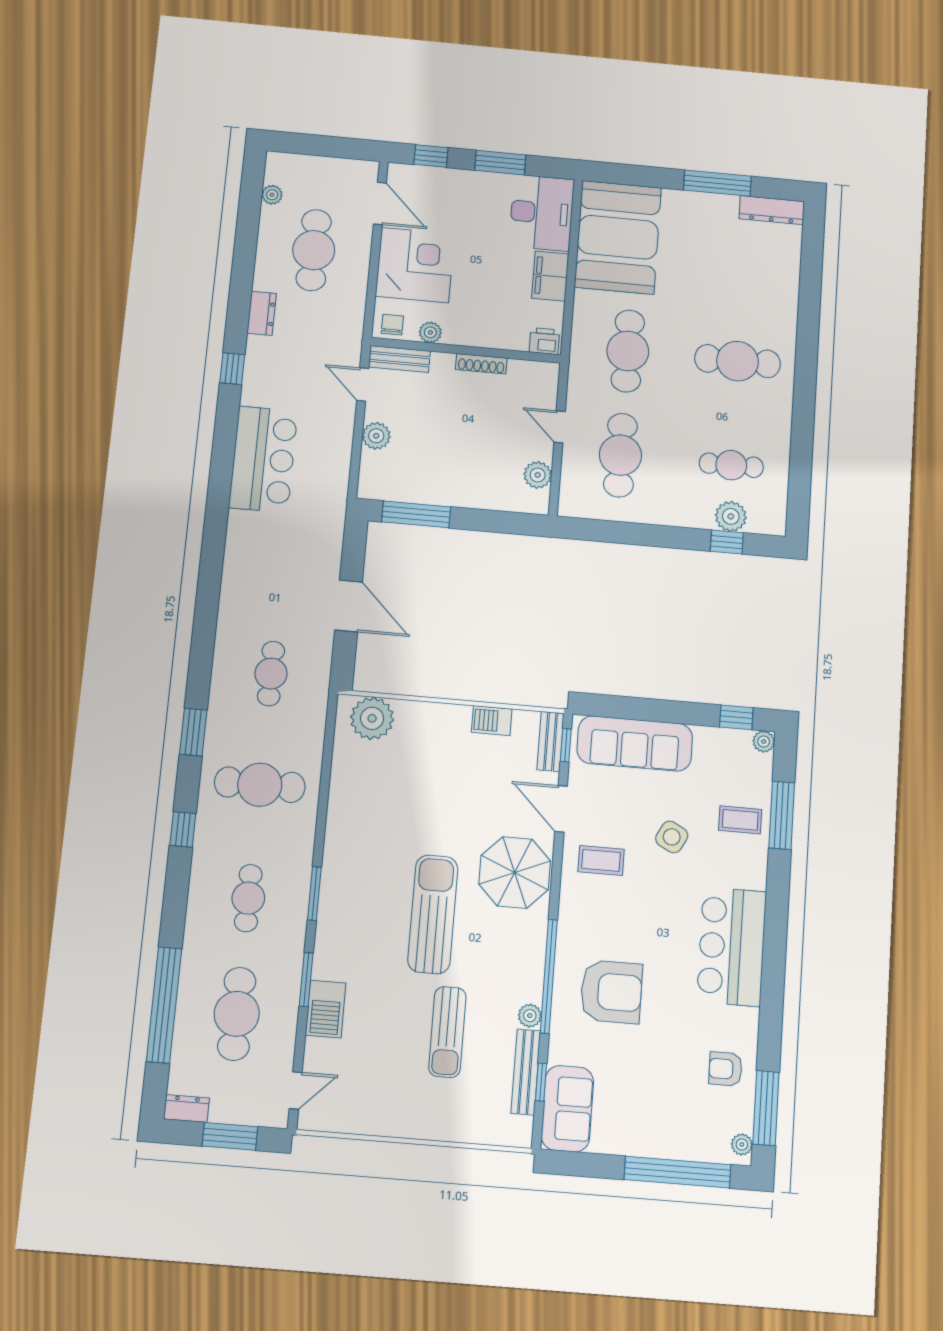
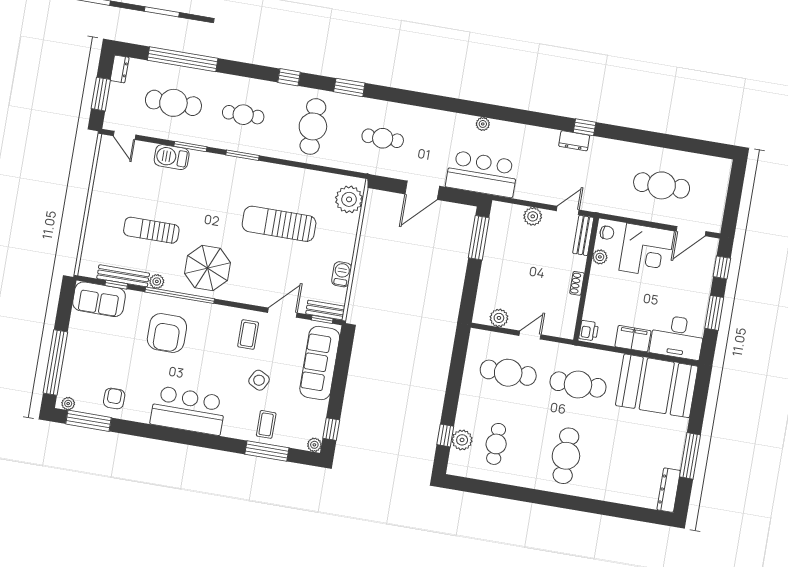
plant: (272, 195) -> (483, 124), moved
dresser: (262, 313) -> (574, 141), moved
shoe rack: (481, 364) -> (577, 283), width x0.70
bar counter: (263, 459) -> (482, 174), moved, turned 180
parasol: (515, 872) -> (207, 268), moved
sun lounger: (433, 914) -> (279, 224), moved, turned 180

